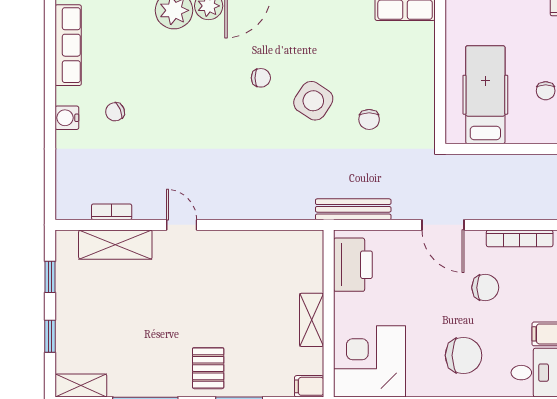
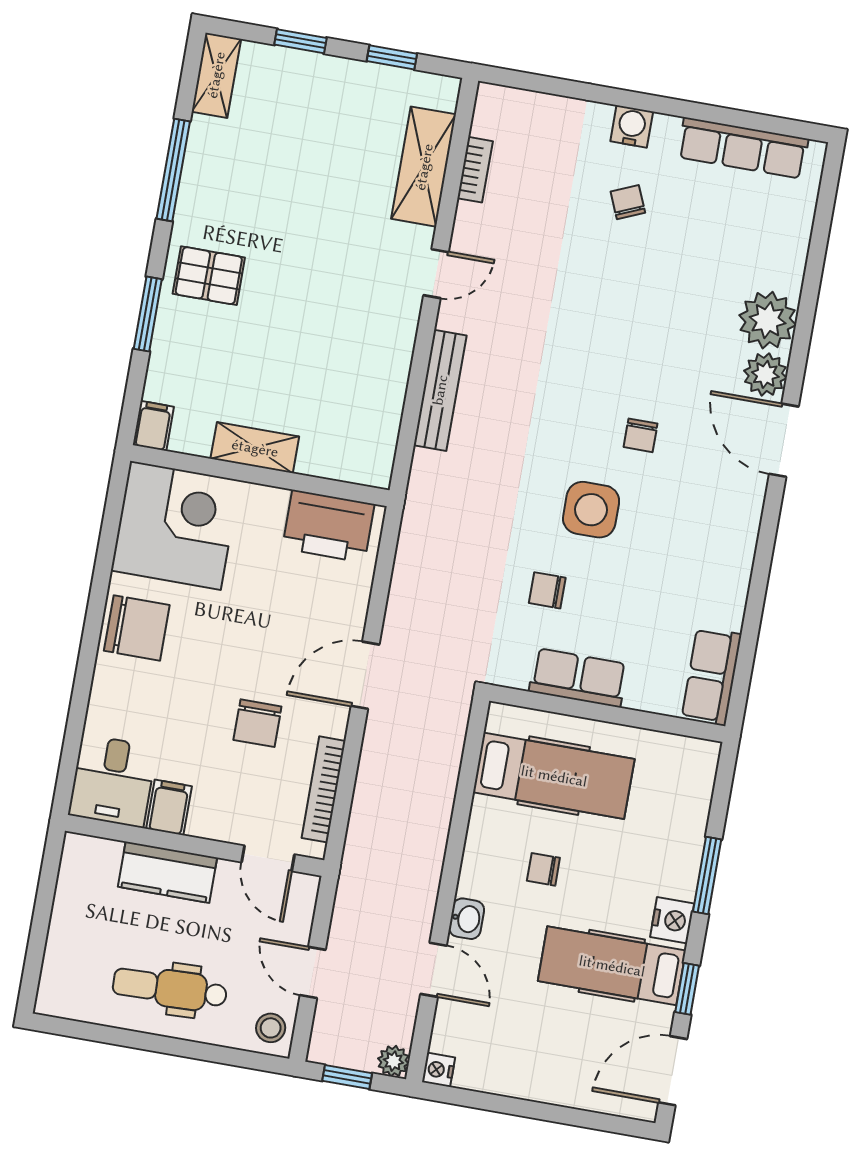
row of seats: (421, 90) -> (578, 678), added
side table: (313, 101) -> (591, 510), turned -33
bench: (353, 209) -> (440, 390), moved
chair: (464, 355) -> (137, 628), moved, turned -90

